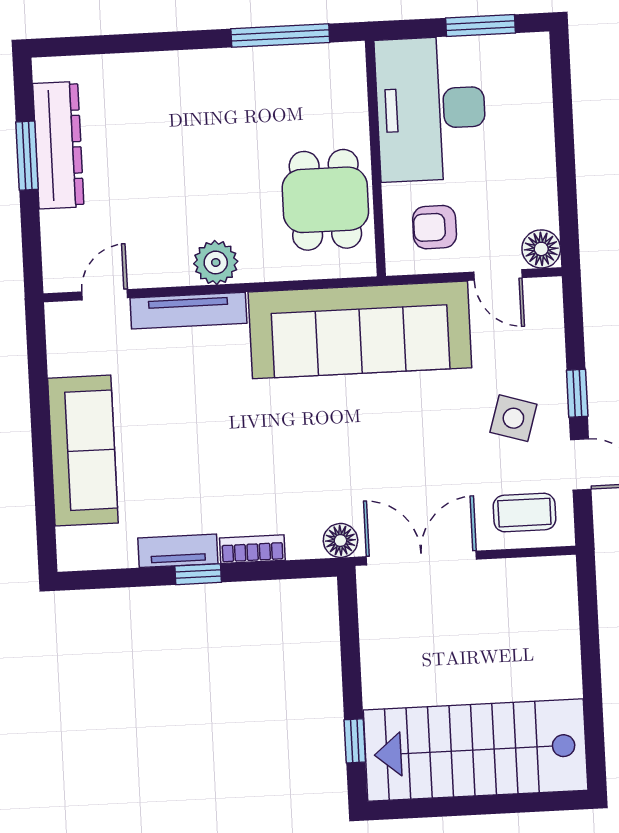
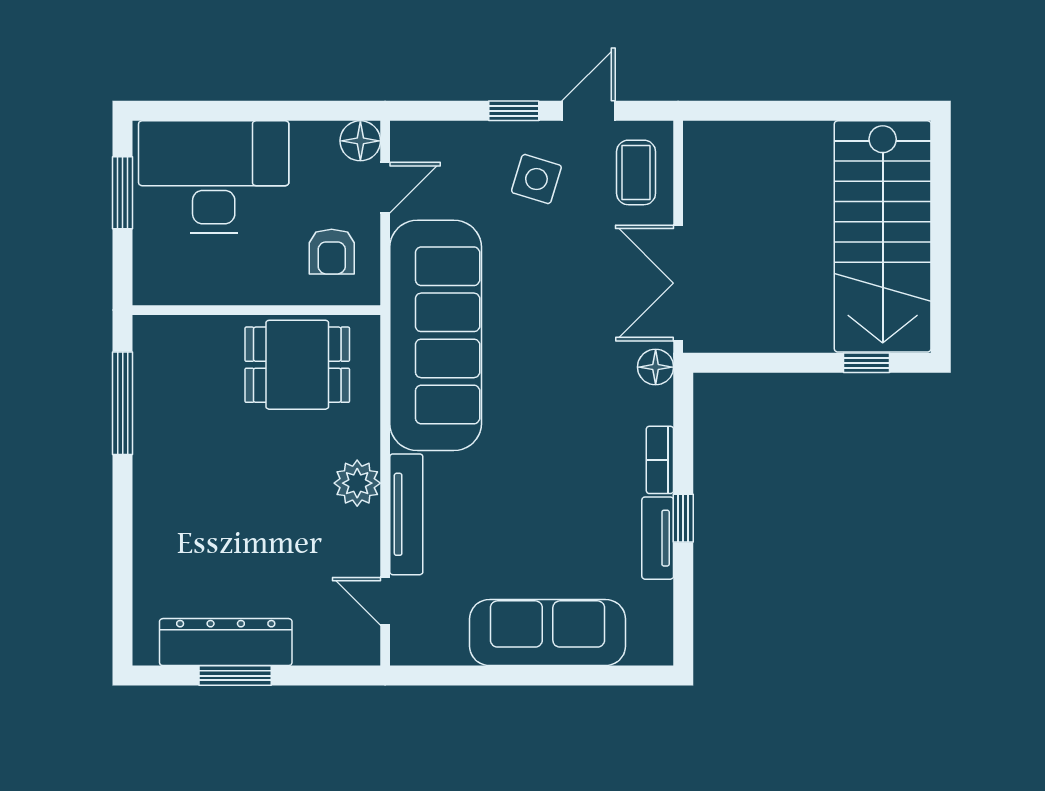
desk: (431, 109) -> (214, 177), moved, turned 180

